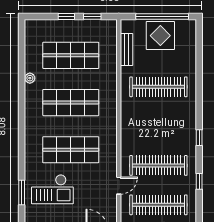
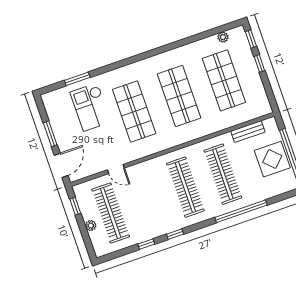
window: (92, 16) -> (251, 39), moved
plant: (30, 78) -> (223, 37), moved
window: (199, 82) -> (241, 211), added
window: (199, 138) -> (175, 234), moved
clothes rail: (158, 165) -> (185, 187), moved

